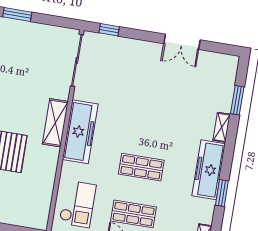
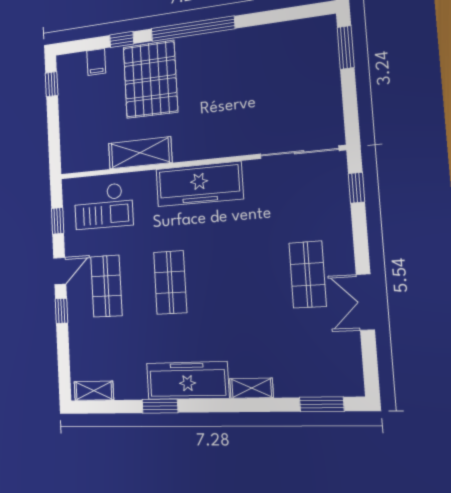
shop shelf: (157, 74) -> (308, 274), added
window: (237, 100) -> (322, 404), moved
shelving: (55, 123) -> (140, 153), moved

